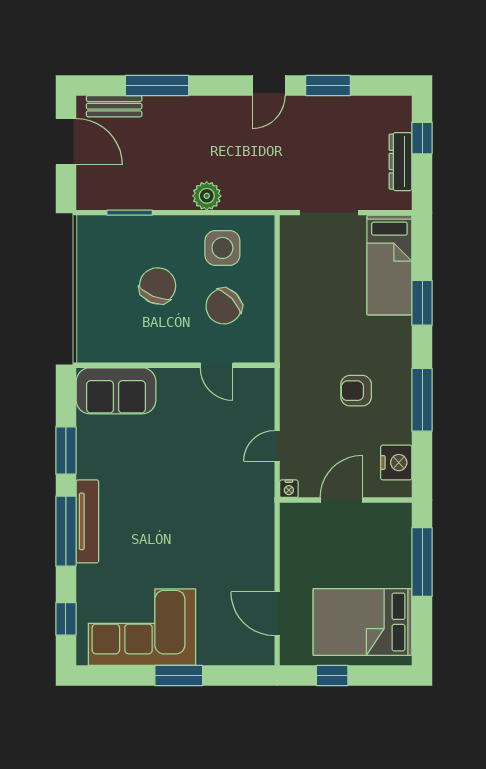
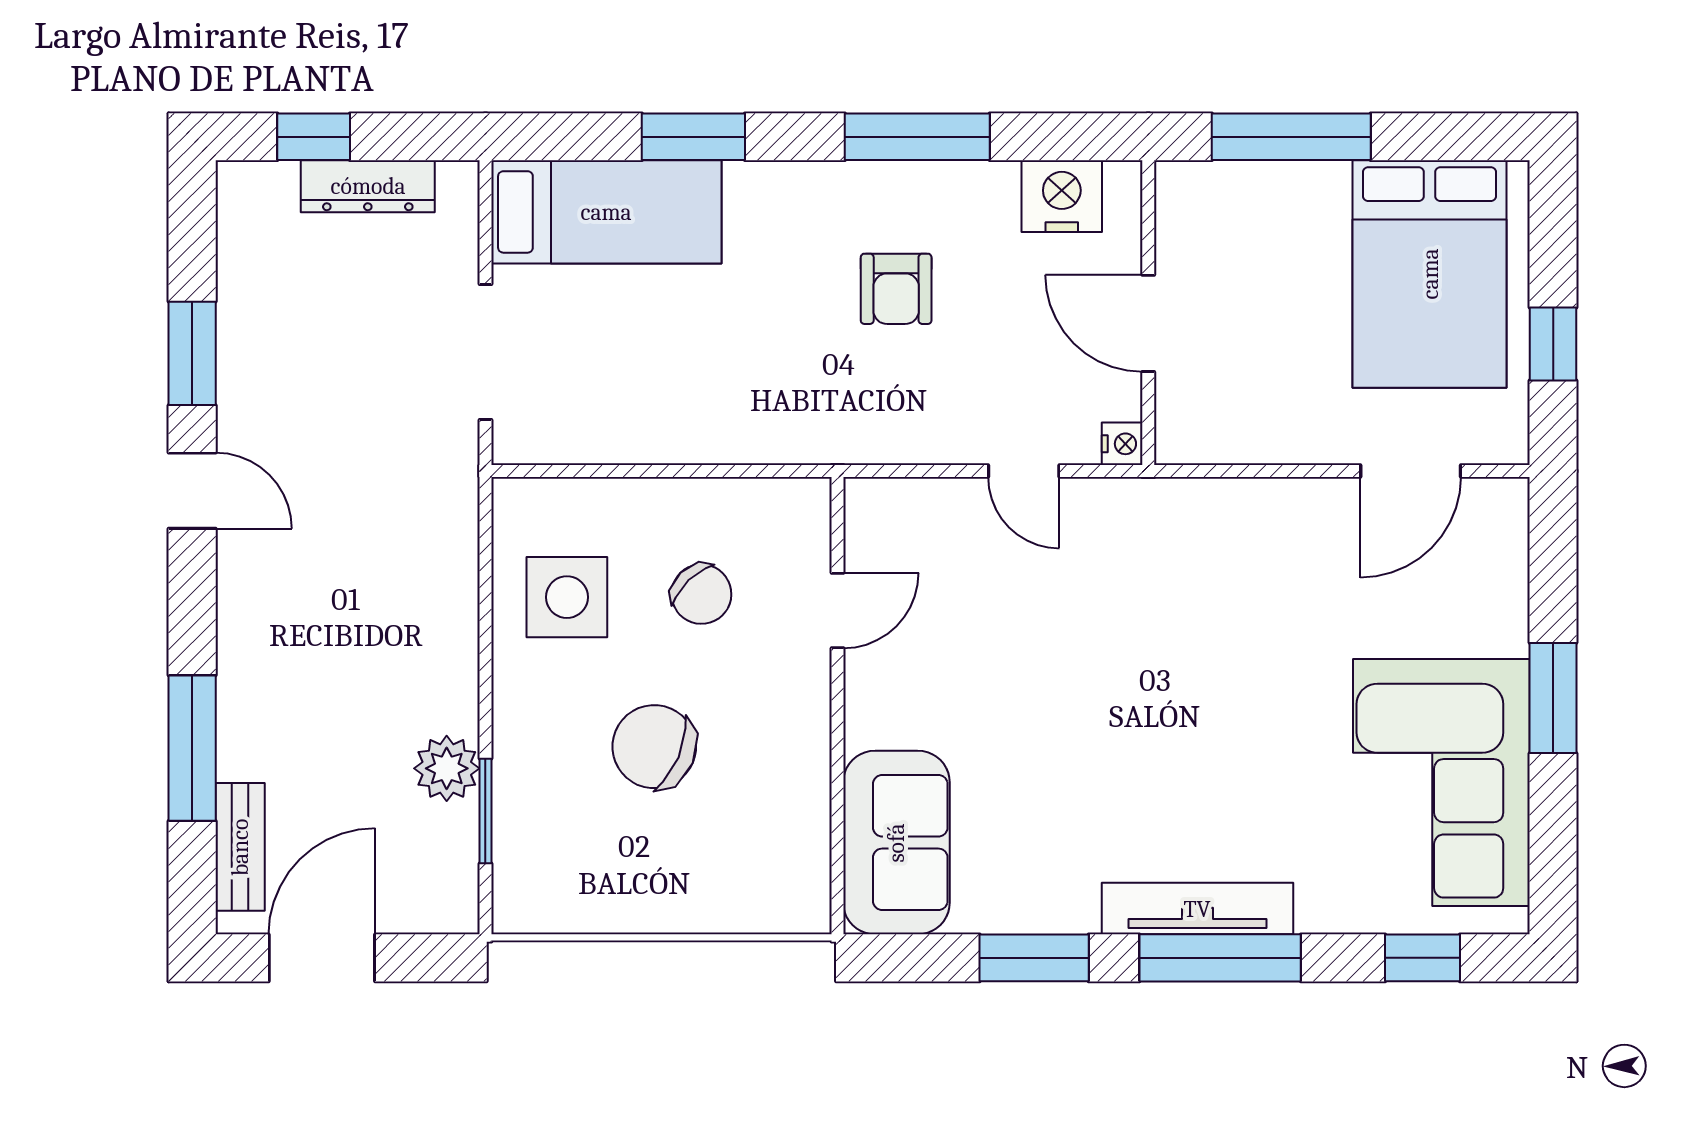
plant: (207, 196) -> (447, 768), moved
chair: (224, 306) -> (701, 594), width x0.73, depth x0.73

